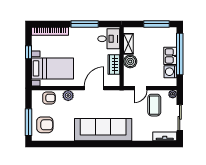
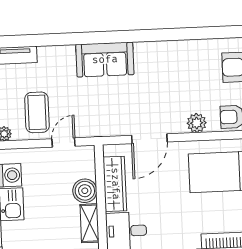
wardrobe: (114, 65) -> (115, 184), width x1.50
sofa: (103, 130) -> (105, 60), width x0.54, depth x0.79

